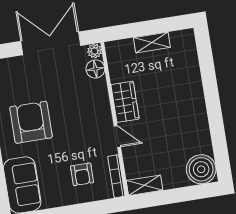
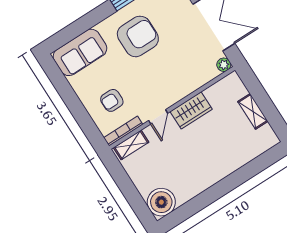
floor lamp: (95, 69) -> (208, 72), removed
shelving: (145, 185) -> (131, 145), moved, turned 90

